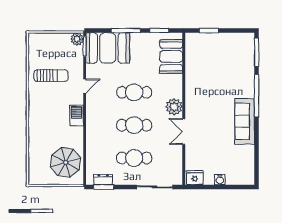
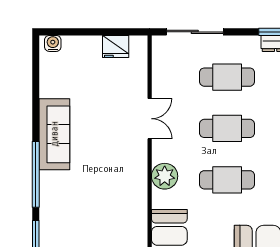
plant: (174, 107) -> (165, 176), moved
fridge: (195, 178) -> (116, 47), moved
water cooler: (220, 180) -> (53, 43), moved

